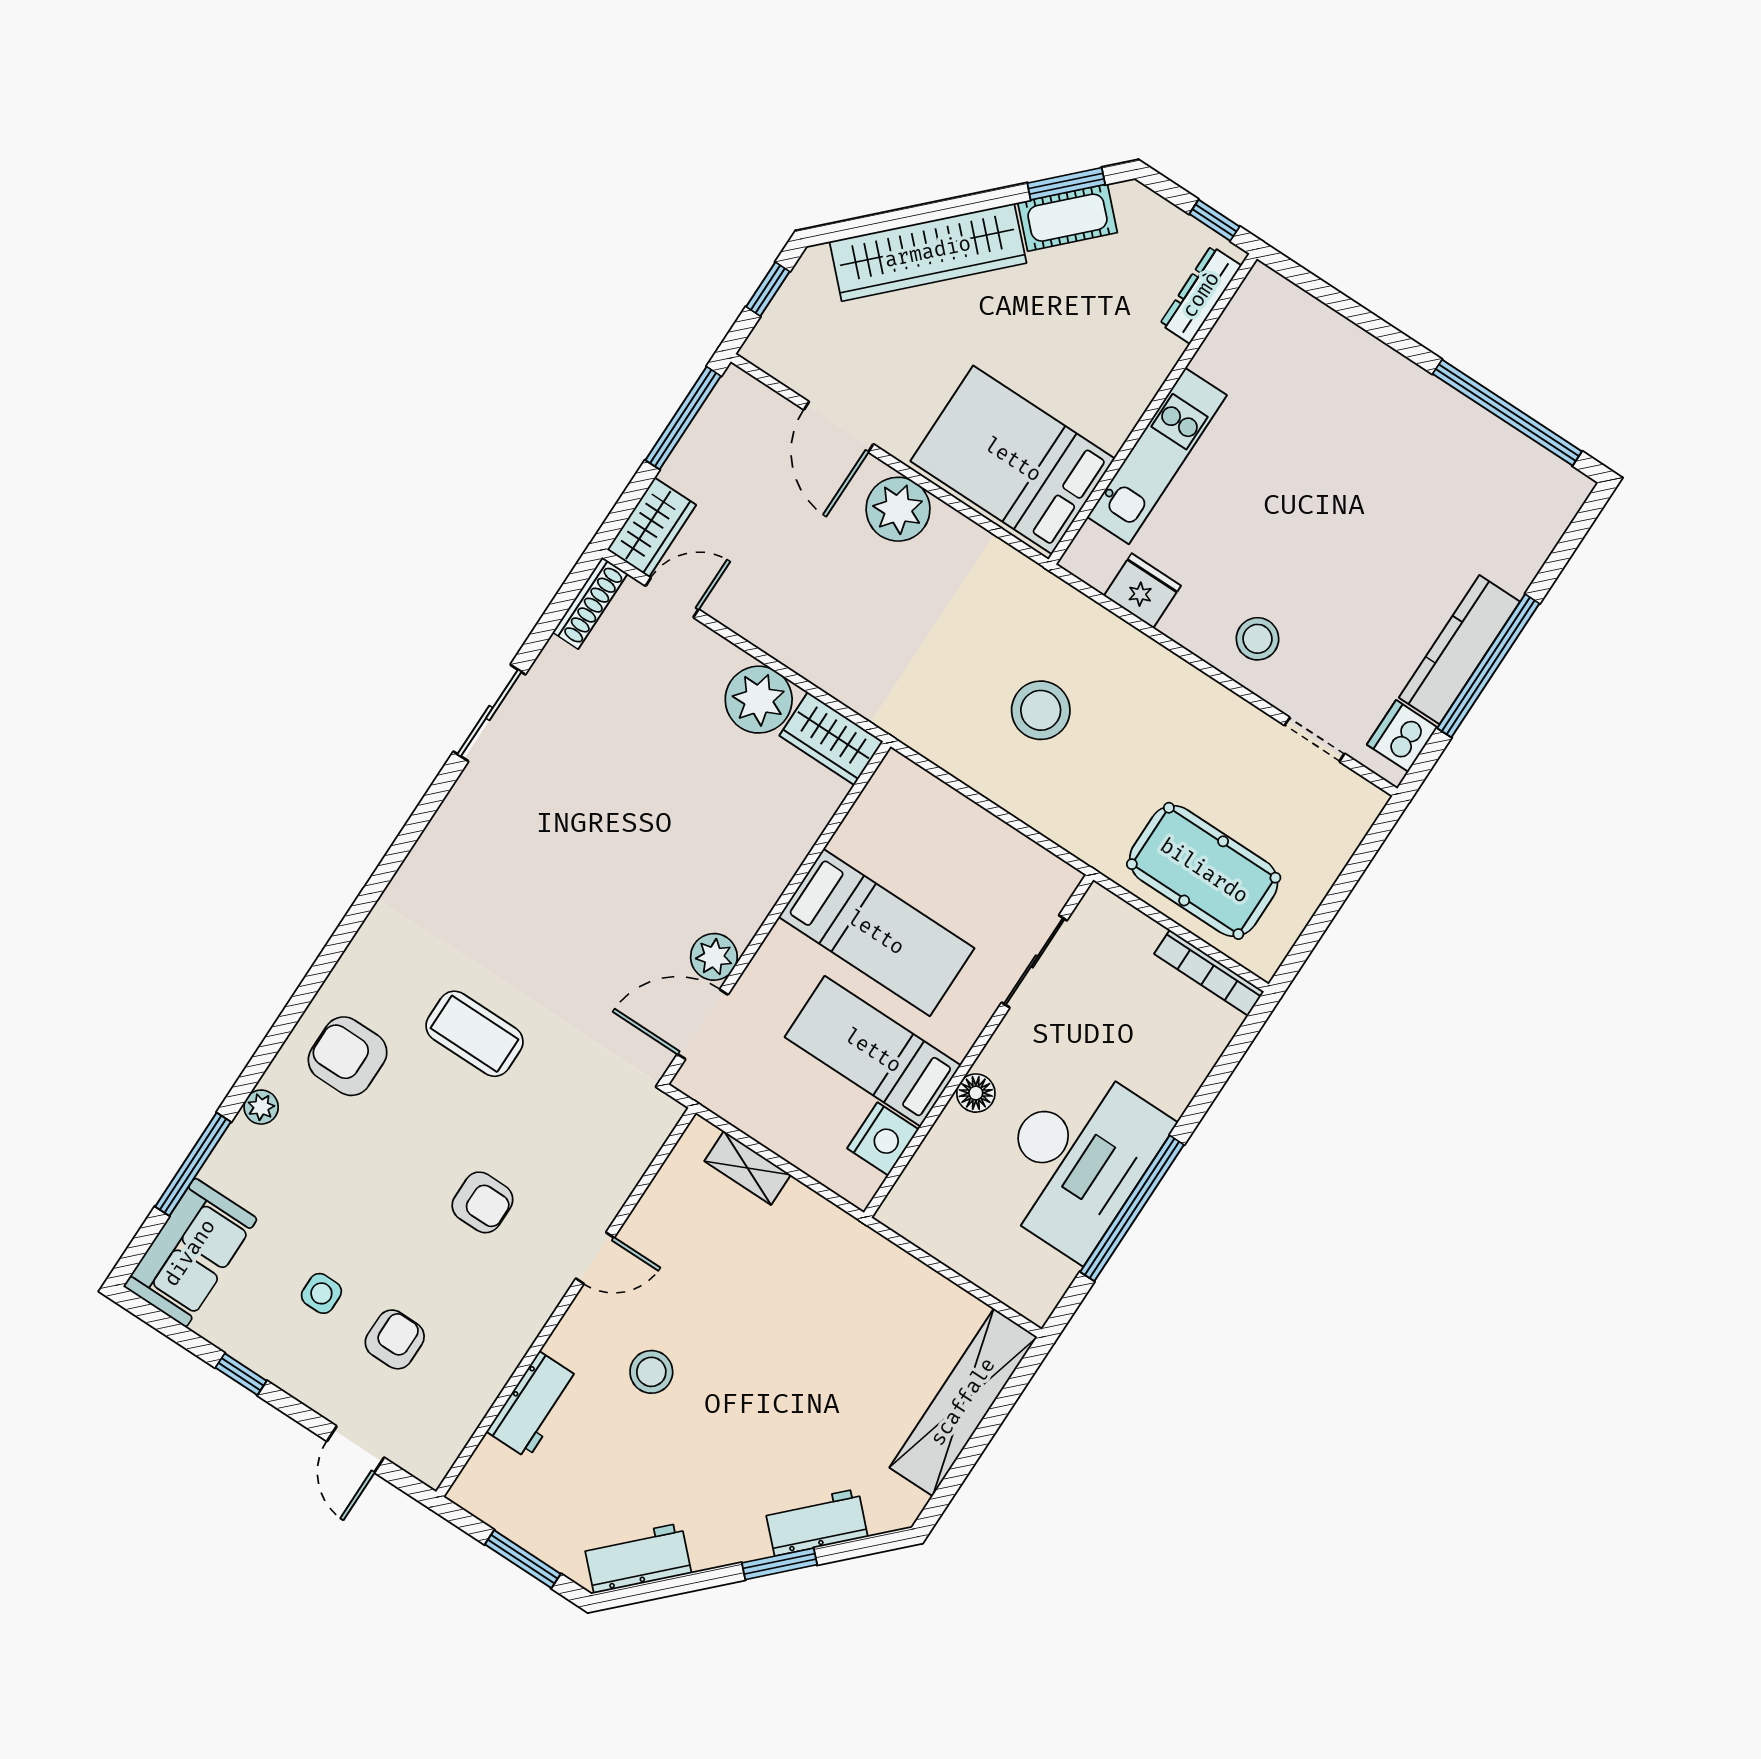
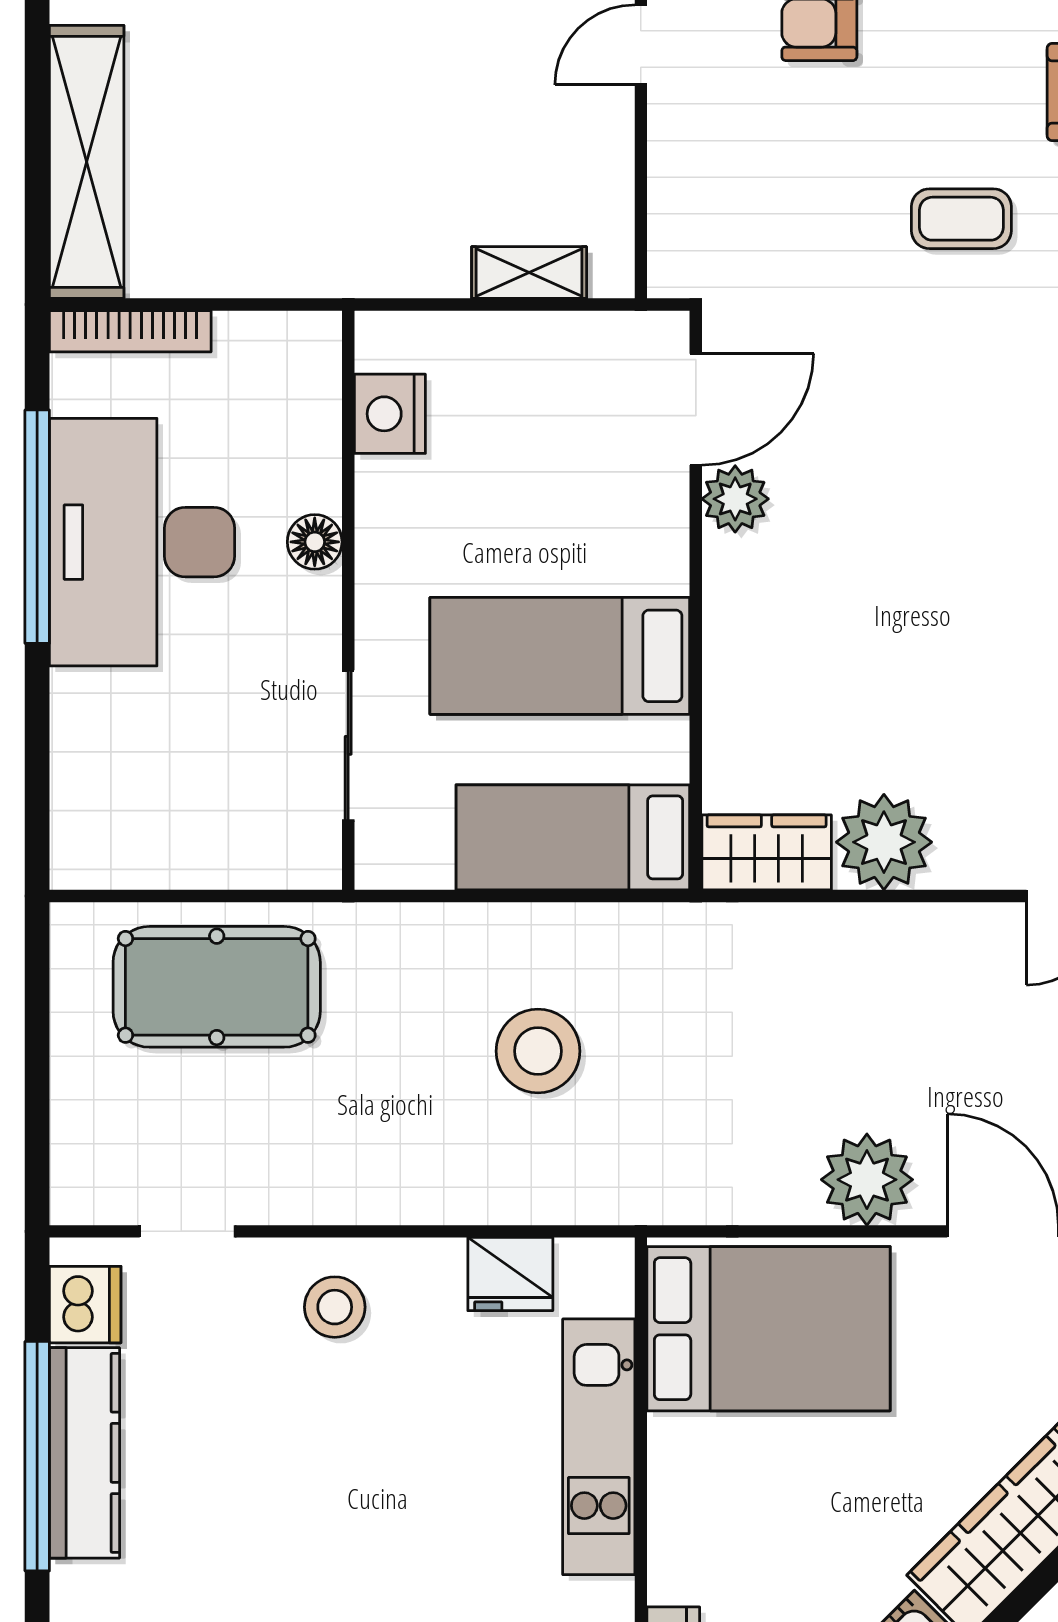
bookcase: (1209, 973) -> (130, 331), moved, turned 180
coffee table: (475, 1034) -> (961, 219), width x0.73, depth x0.77
bed: (873, 1051) -> (573, 837), moved, turned 180

